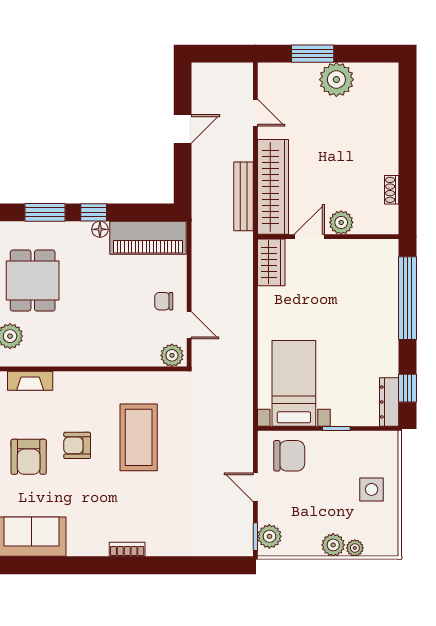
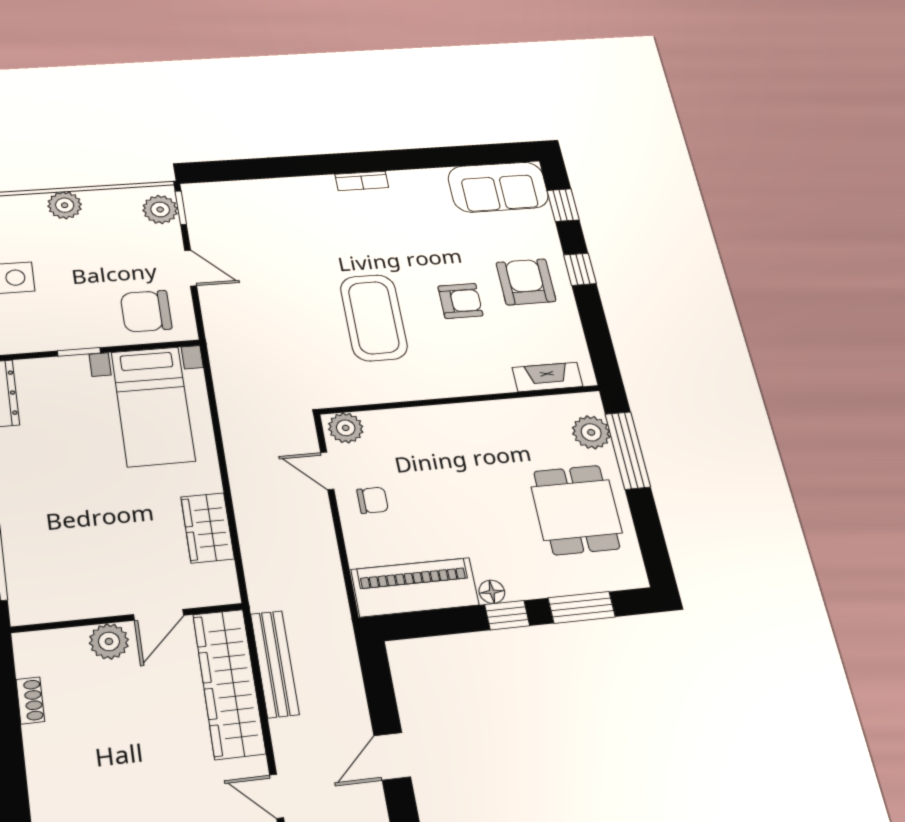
wardrobe: (271, 262) -> (208, 528), moved
plant: (355, 548) -> (32, 204), removed

